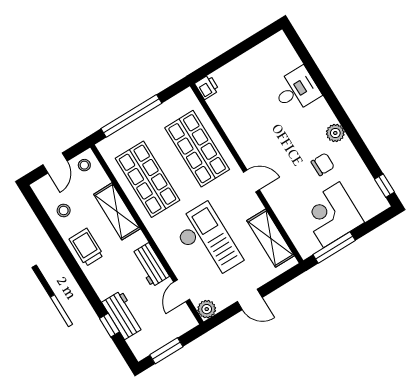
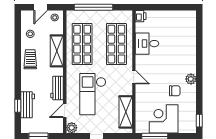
desk: (296, 90) -> (147, 44), moved, turned 180
checkout: (207, 242) -> (93, 94), turned 180

